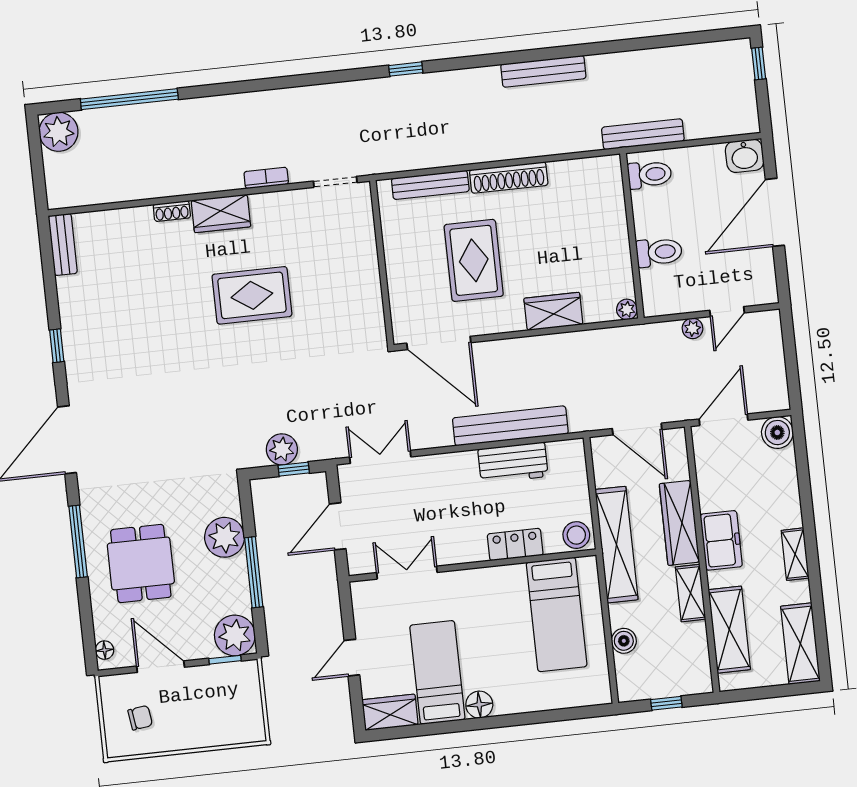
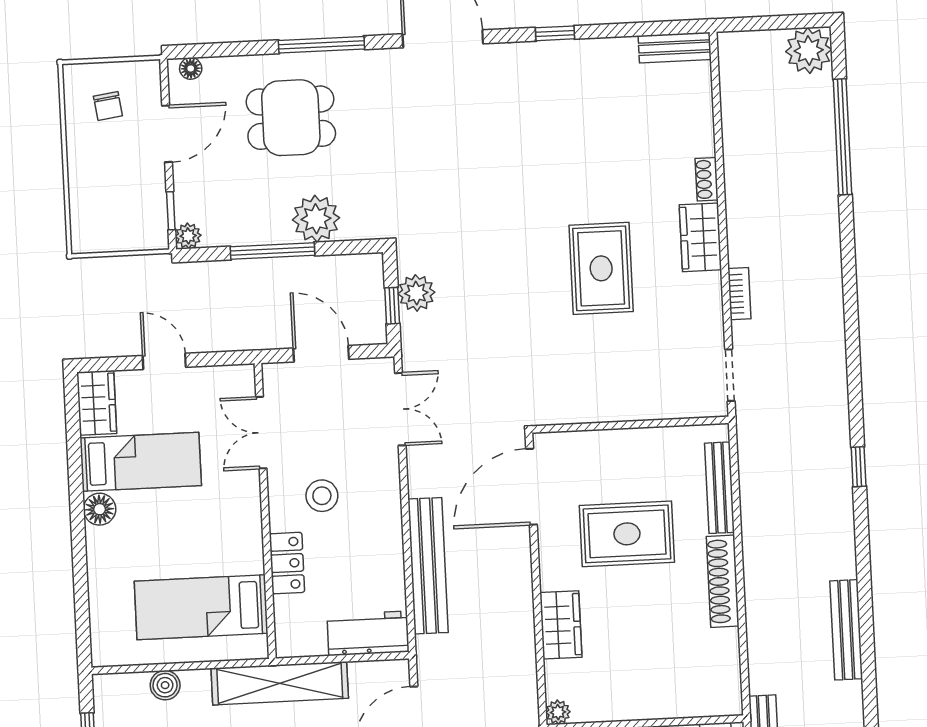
workbench: (513, 463) -> (368, 633), moved, turned 90
stool: (576, 535) -> (322, 496), moved
double door: (407, 573) -> (261, 433), swing flipped
plant: (235, 635) -> (188, 236), width x0.53, depth x0.53

